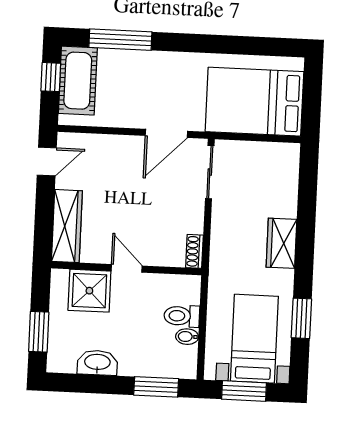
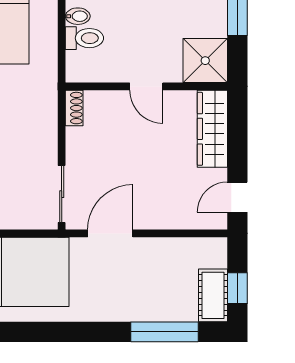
cot: (78, 81) -> (213, 295), width x0.73, depth x0.75
shower: (89, 291) -> (205, 61), moved

